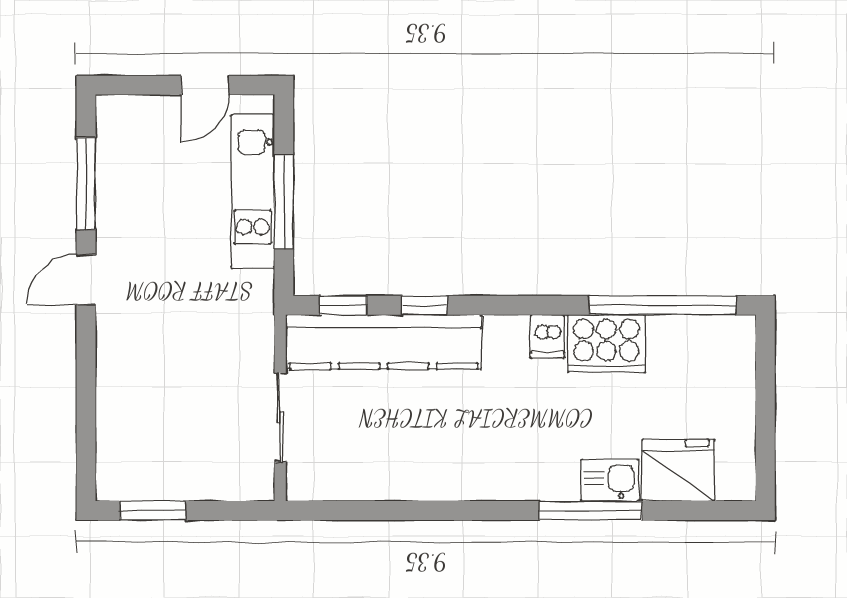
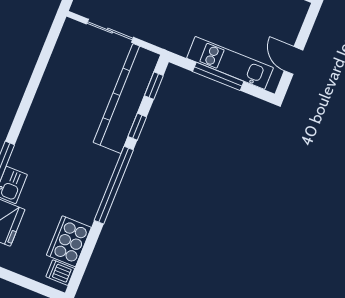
window: (663, 305) -> (114, 185), moved
dishwasher: (547, 336) -> (60, 273), moved
cooker: (606, 343) -> (69, 241), moved

